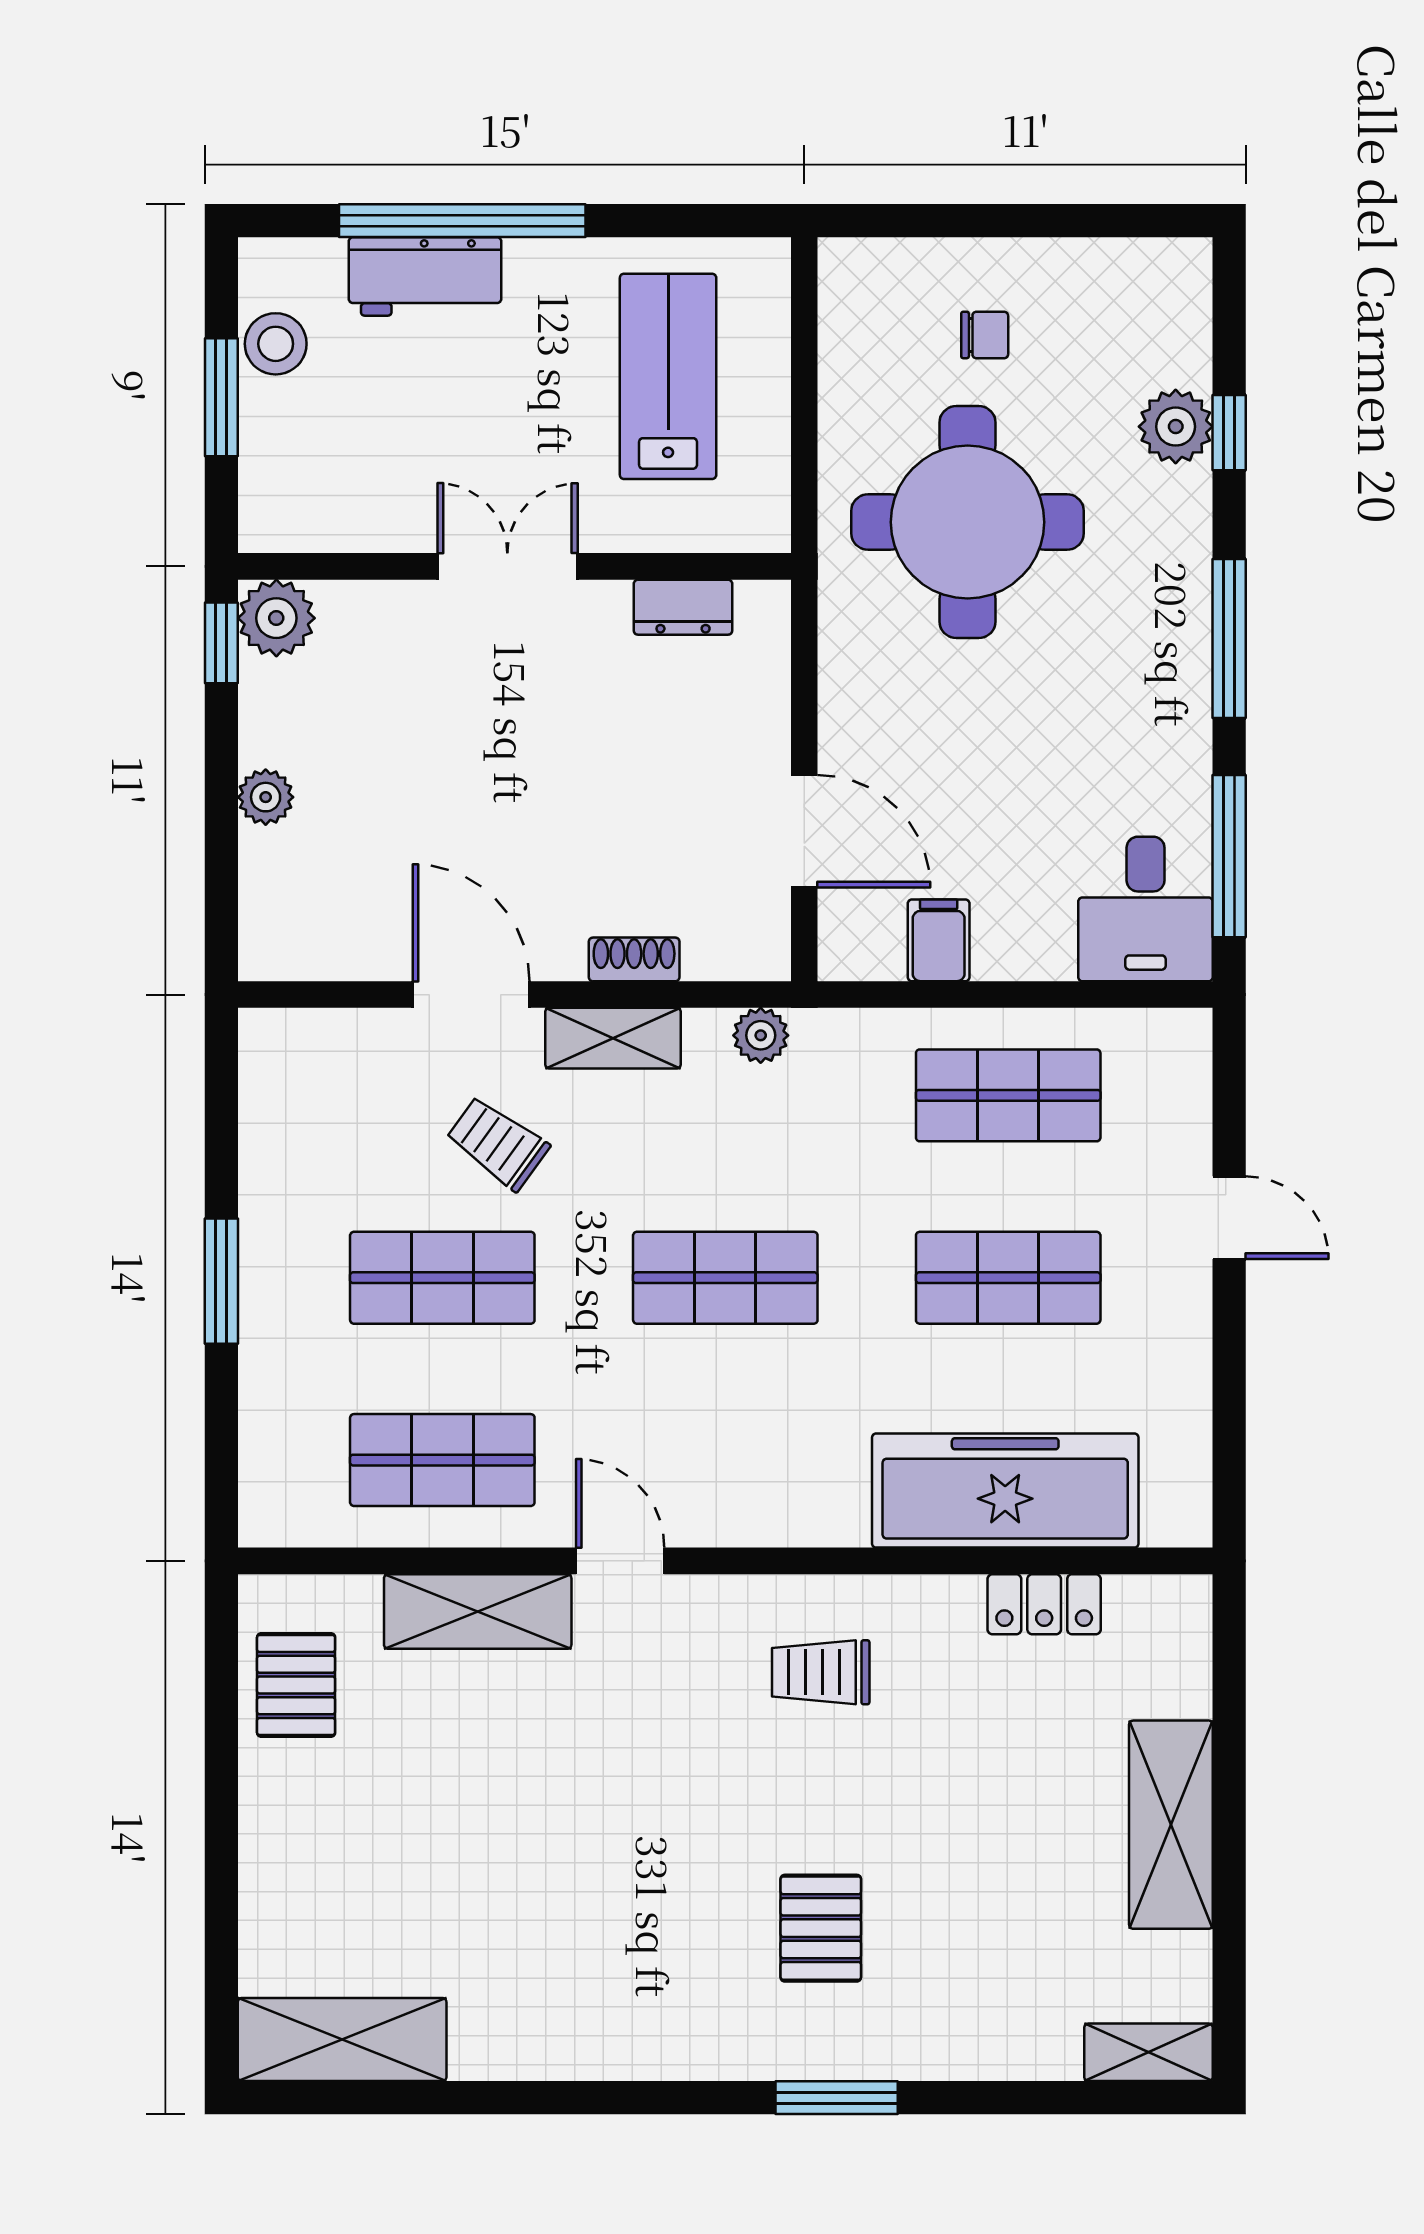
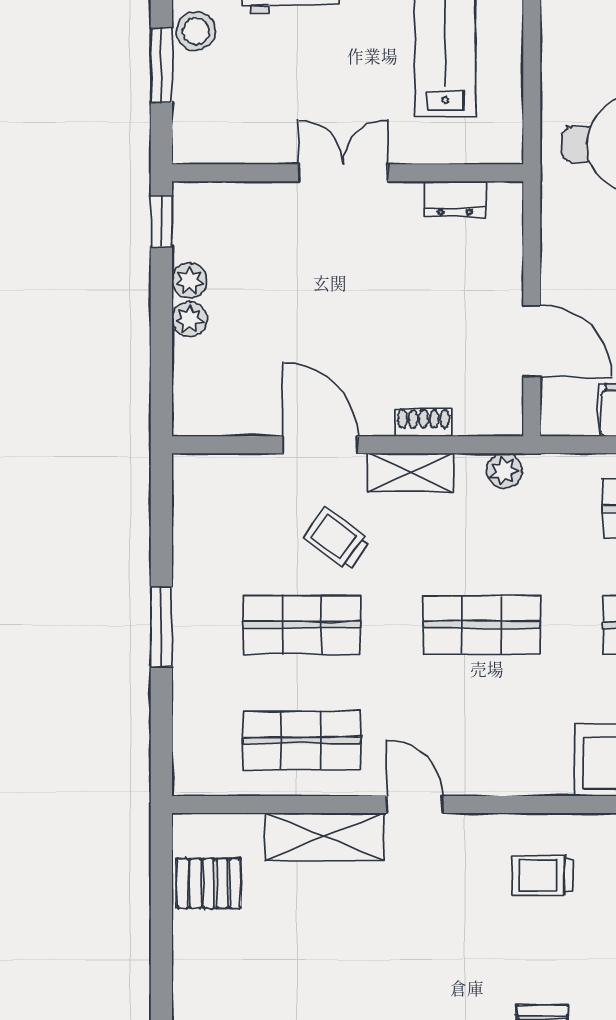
plant: (276, 618) -> (190, 280), moved, width x0.73, depth x0.73
pallet: (296, 1685) -> (209, 883), turned 90

